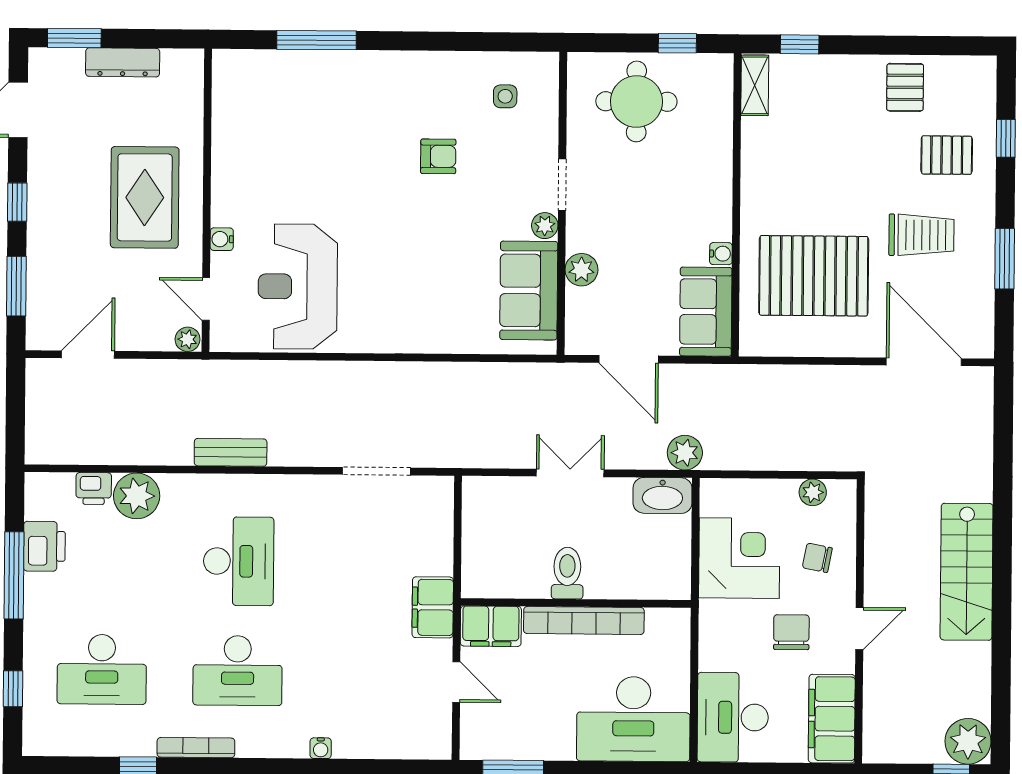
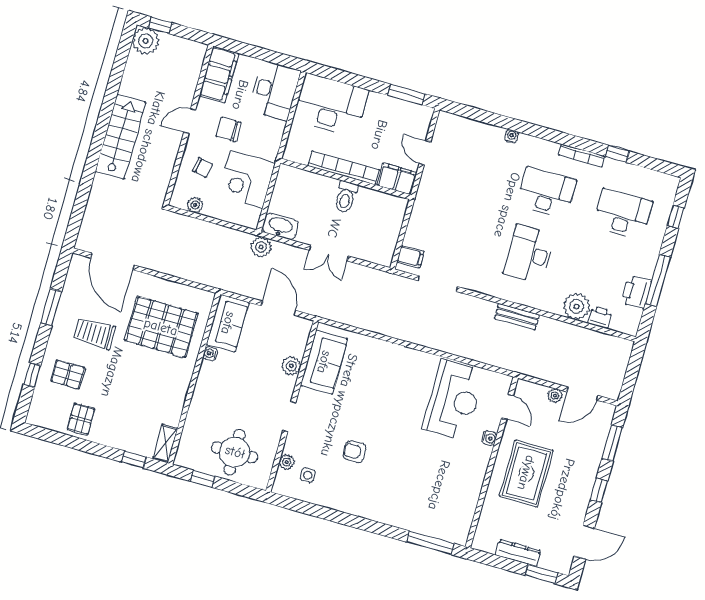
window: (317, 40) -> (430, 543), moved
plant: (545, 226) -> (287, 462), moved
plant: (188, 339) -> (555, 396), moved
filing cabinet: (433, 607) -> (410, 257), moved, width x0.50
chair: (791, 632) -> (228, 129), turned 90

